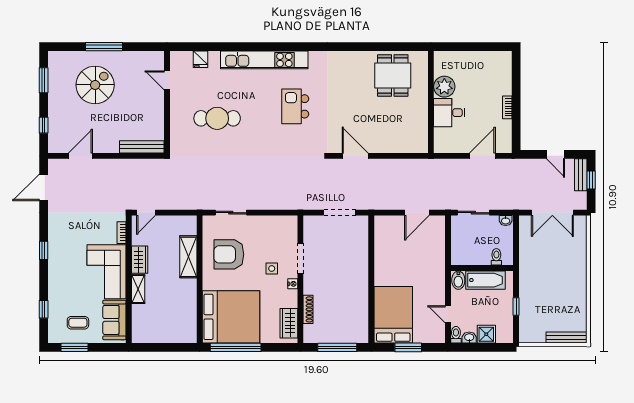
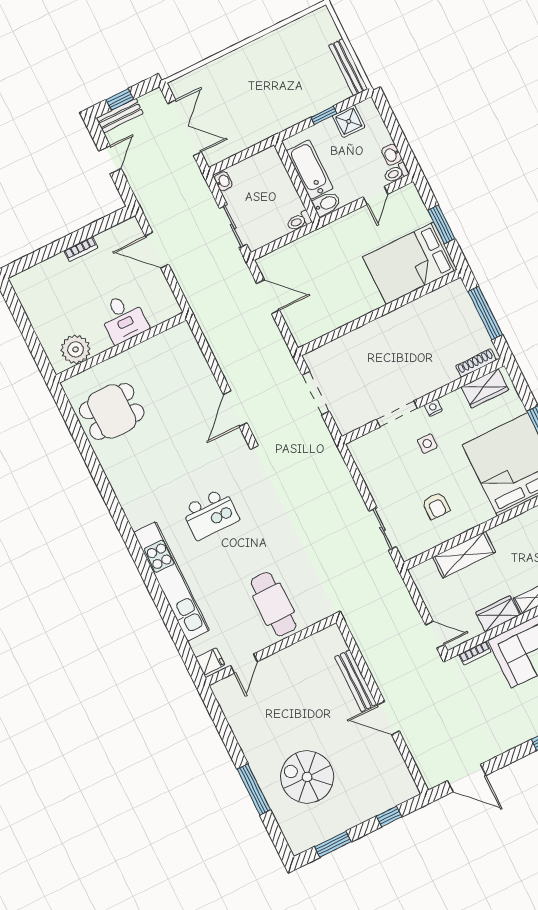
door: (167, 80) -> (244, 664), moved
plant: (444, 87) -> (76, 349), moved
wall: (167, 102) -> (271, 650), moved
door: (80, 156) -> (388, 718), moved
armchair: (229, 254) -> (436, 506), width x0.53, depth x0.53
toilet: (496, 257) -> (299, 221), moved
shoe rack: (308, 309) -> (476, 363), moved
shower: (486, 334) -> (349, 121), moved
bench: (567, 337) -> (348, 67), moved

